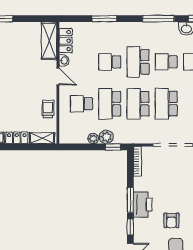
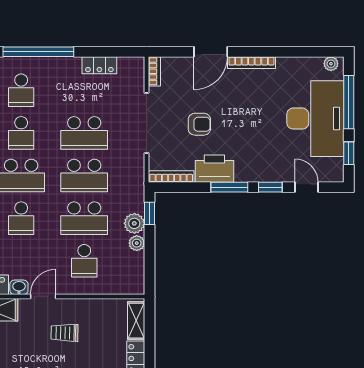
trolley: (48, 109) -> (65, 333), moved
printer: (143, 205) -> (214, 169), moved
armchair: (171, 220) -> (199, 124), moved

